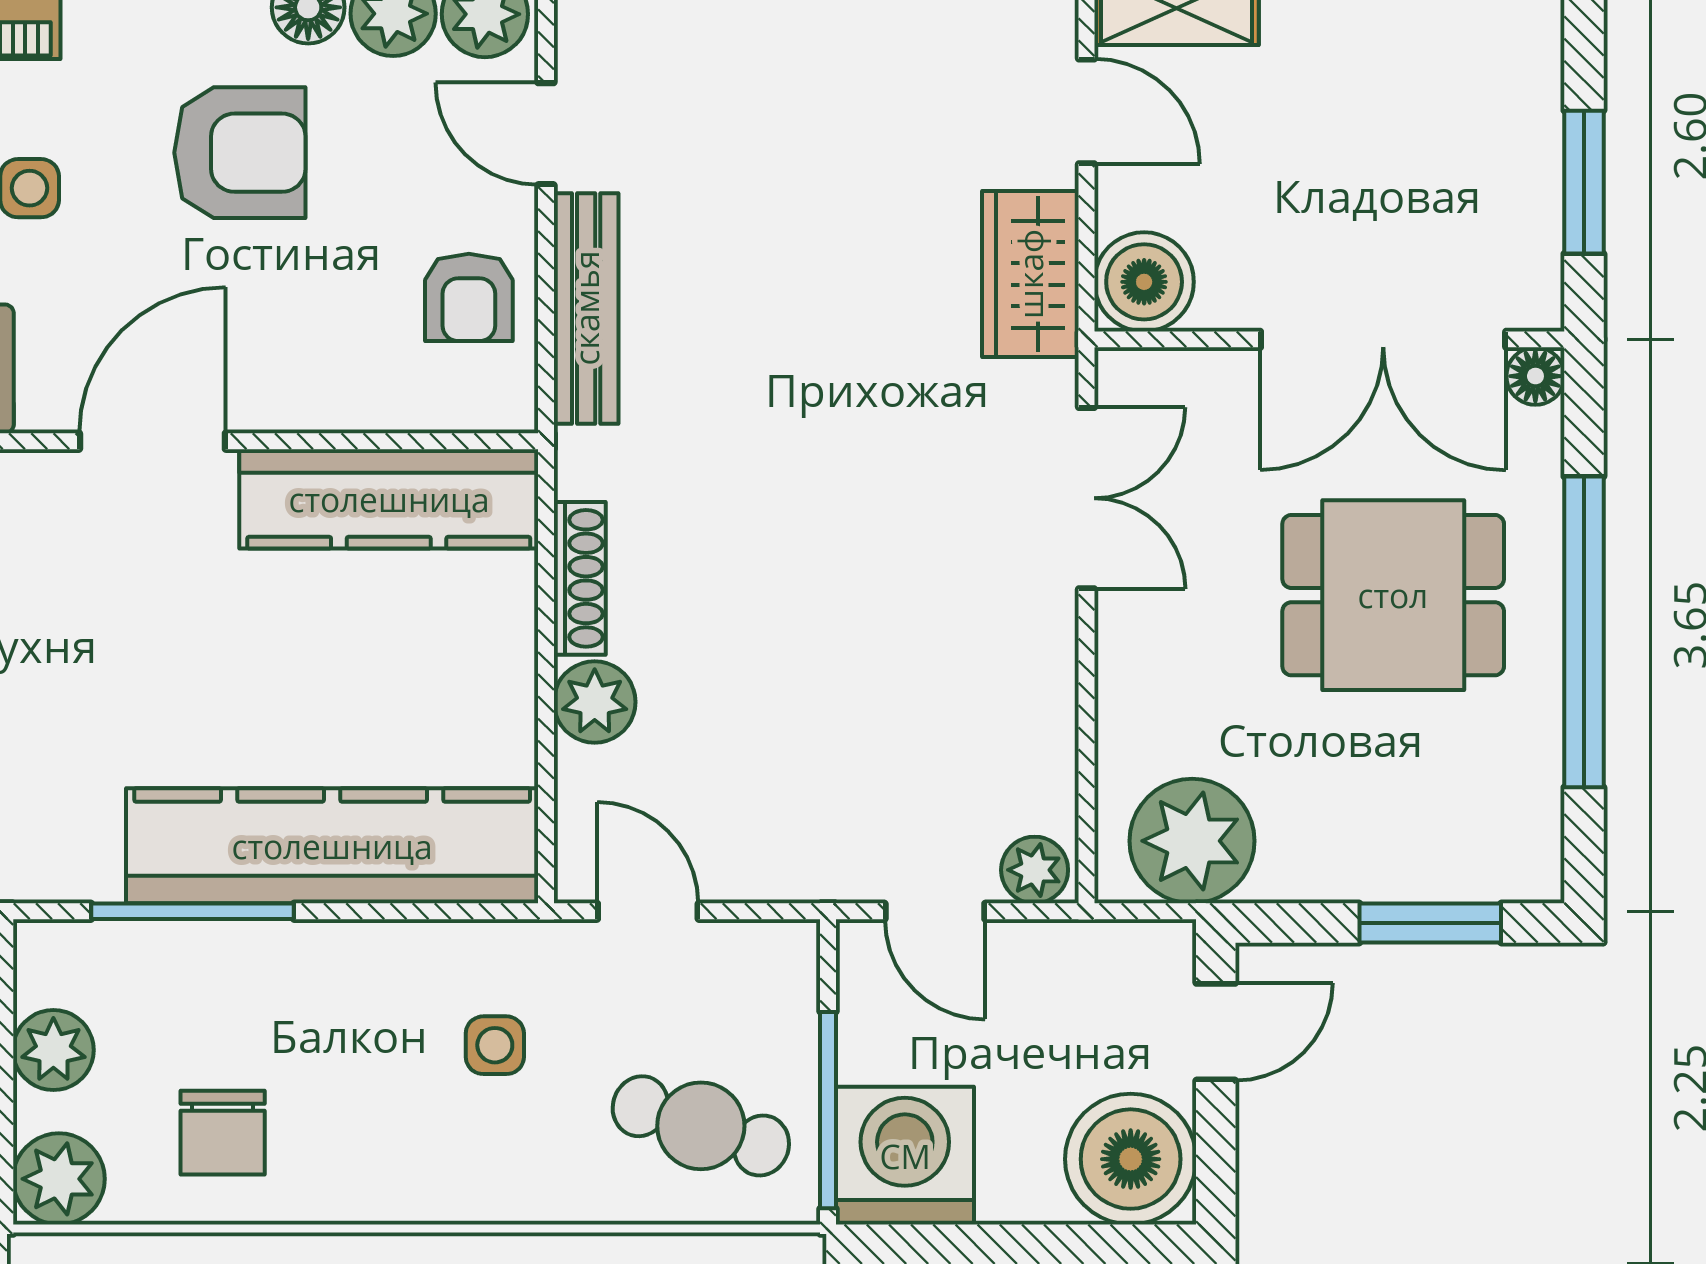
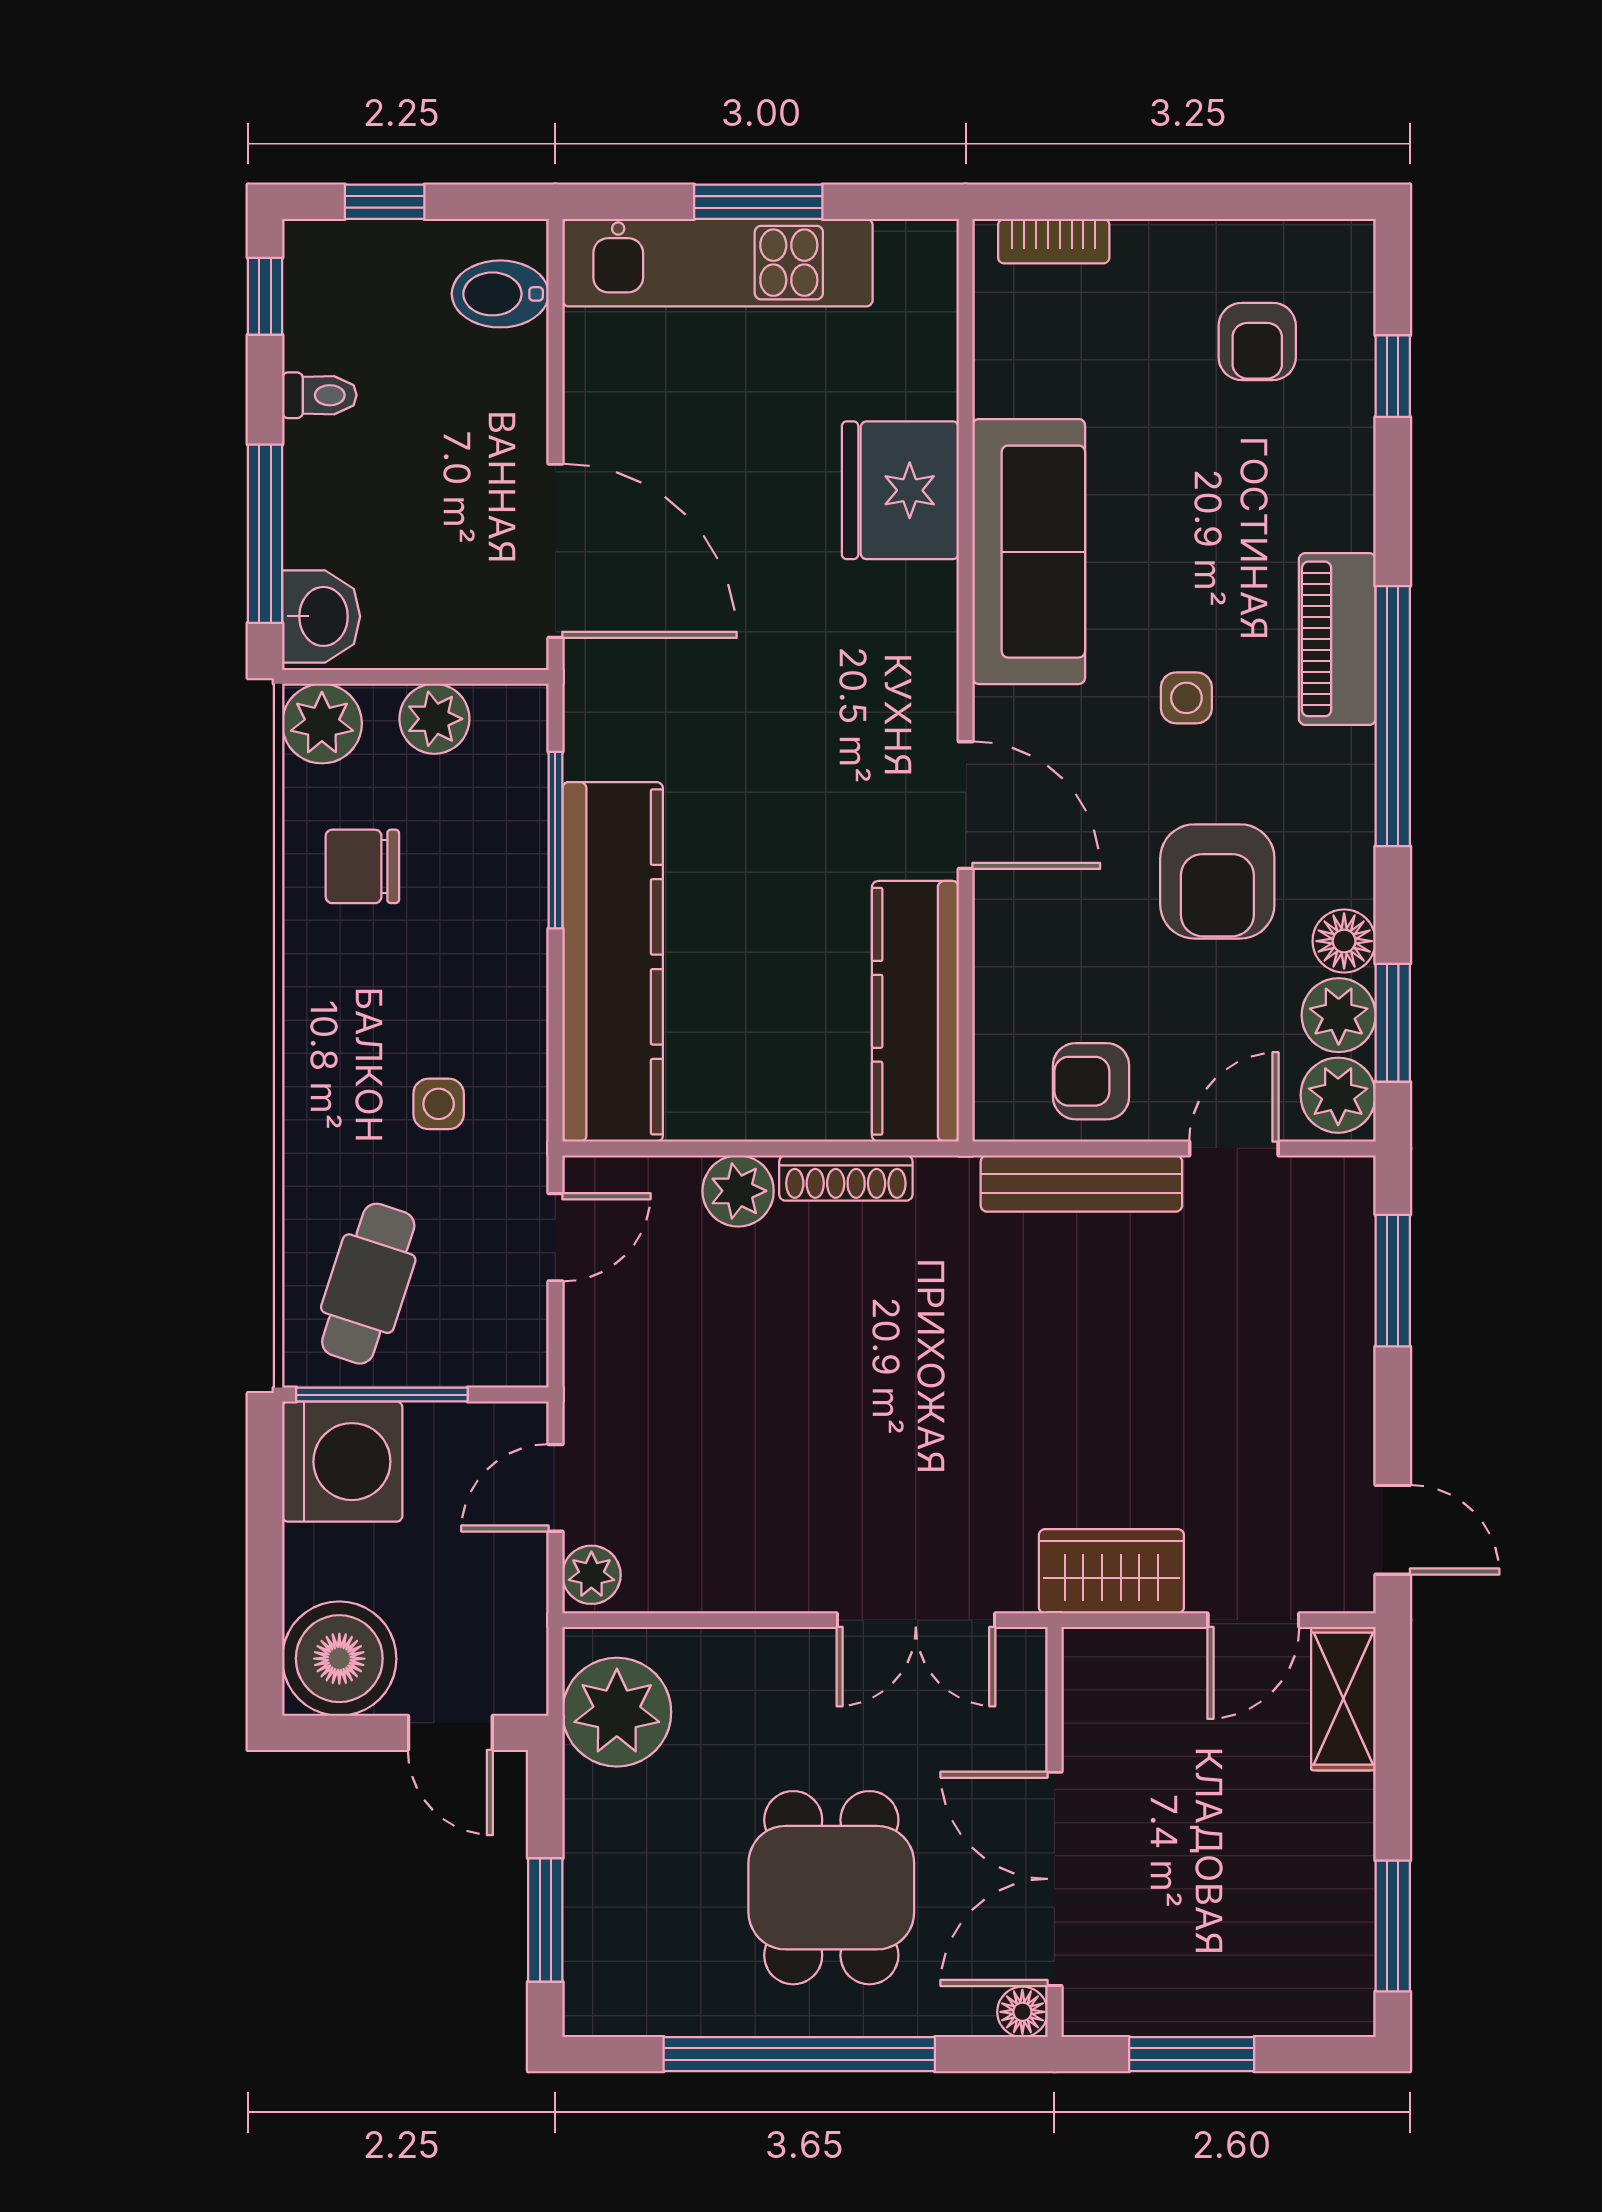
boiler: (1144, 282) -> (1105, 1670), removed

